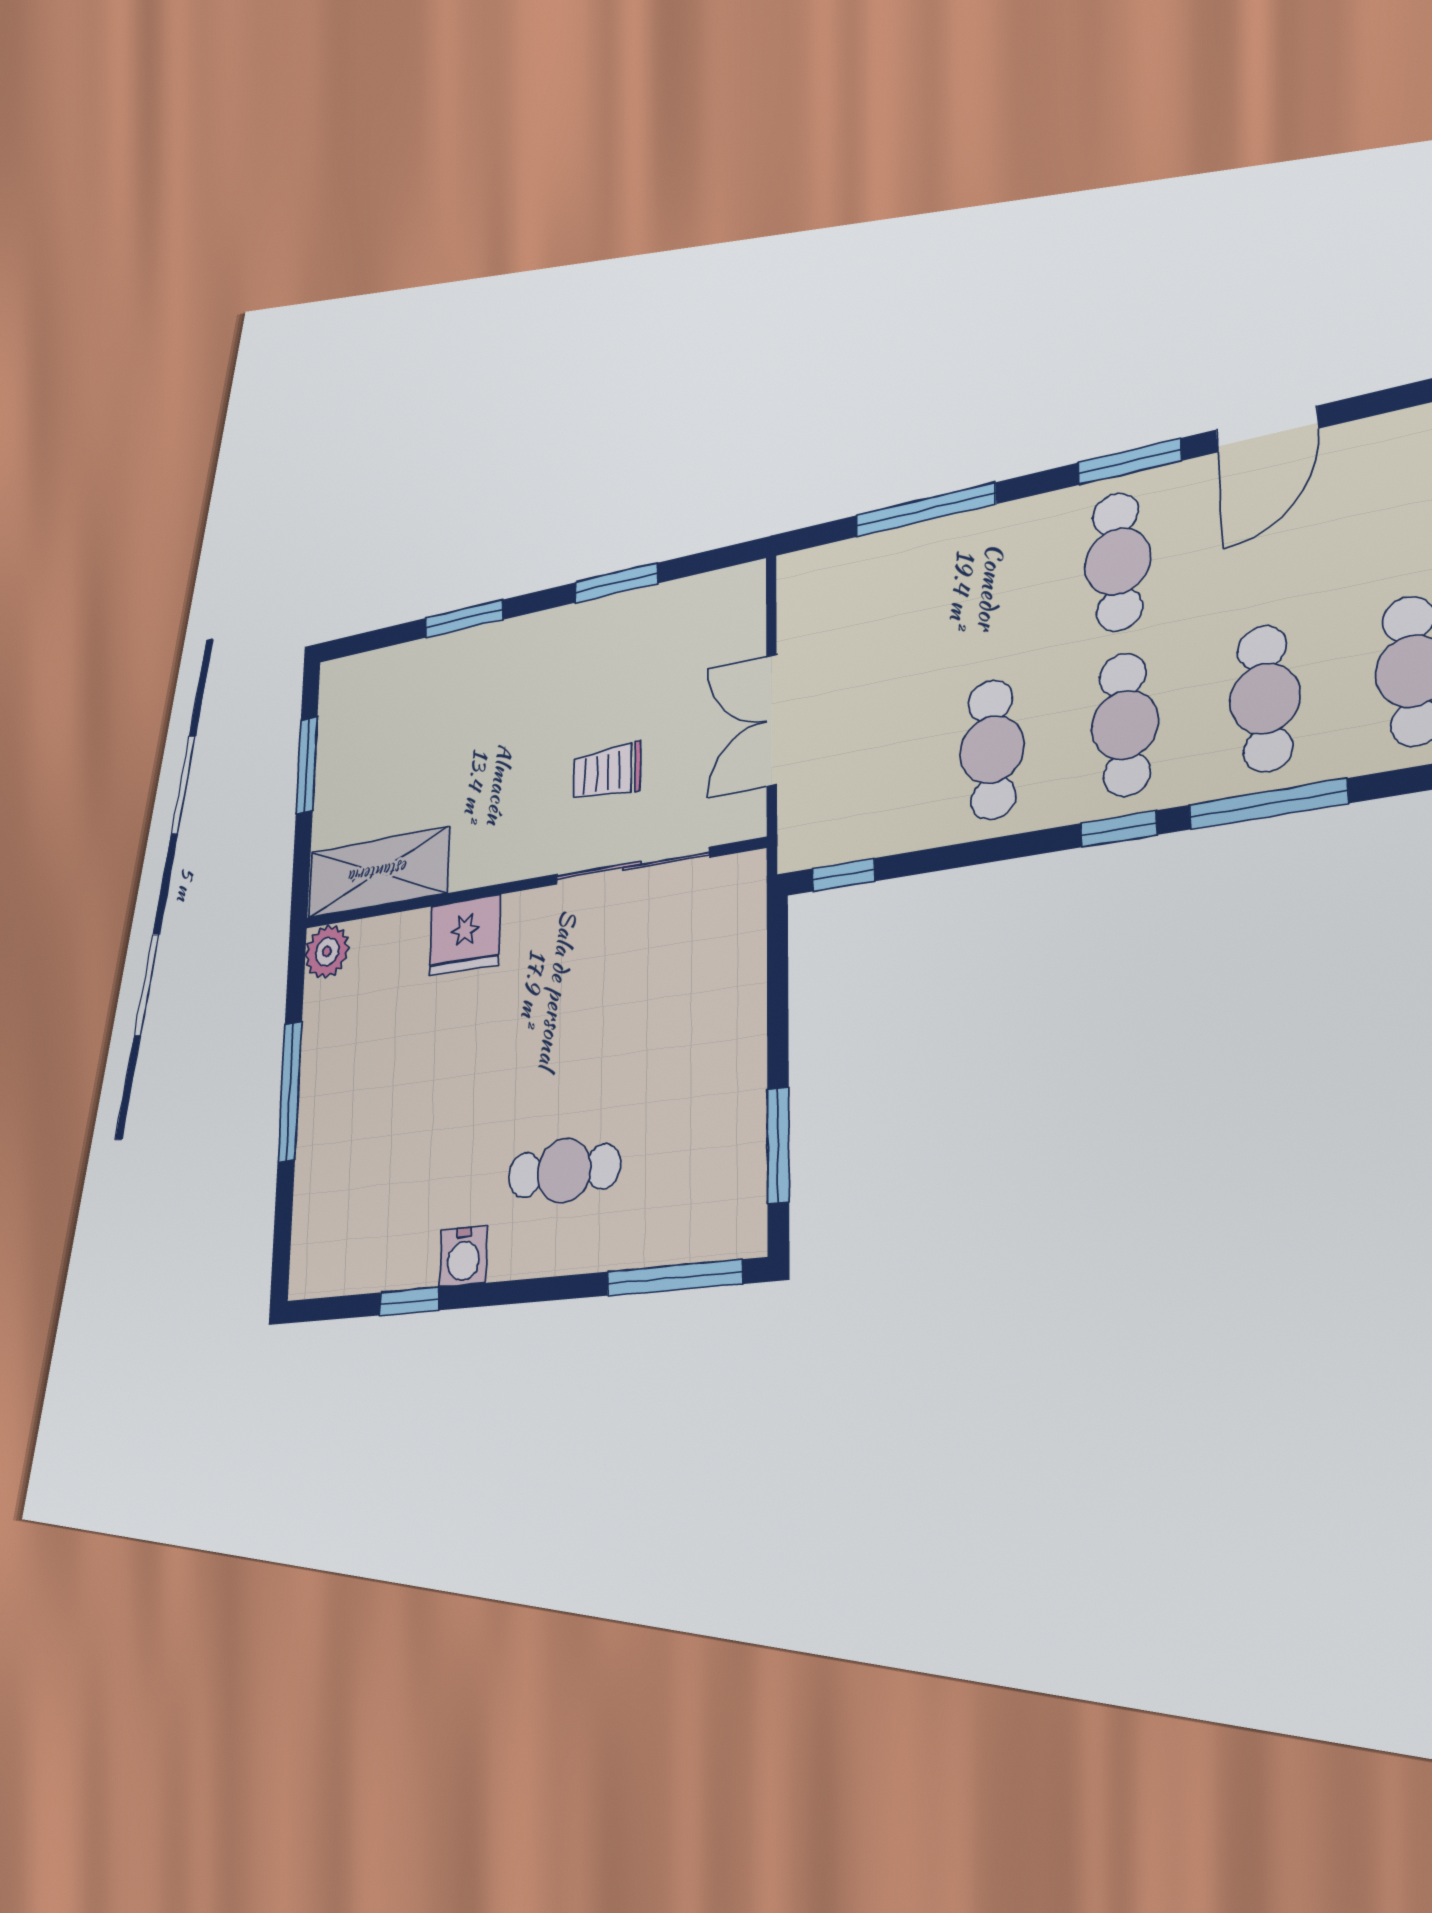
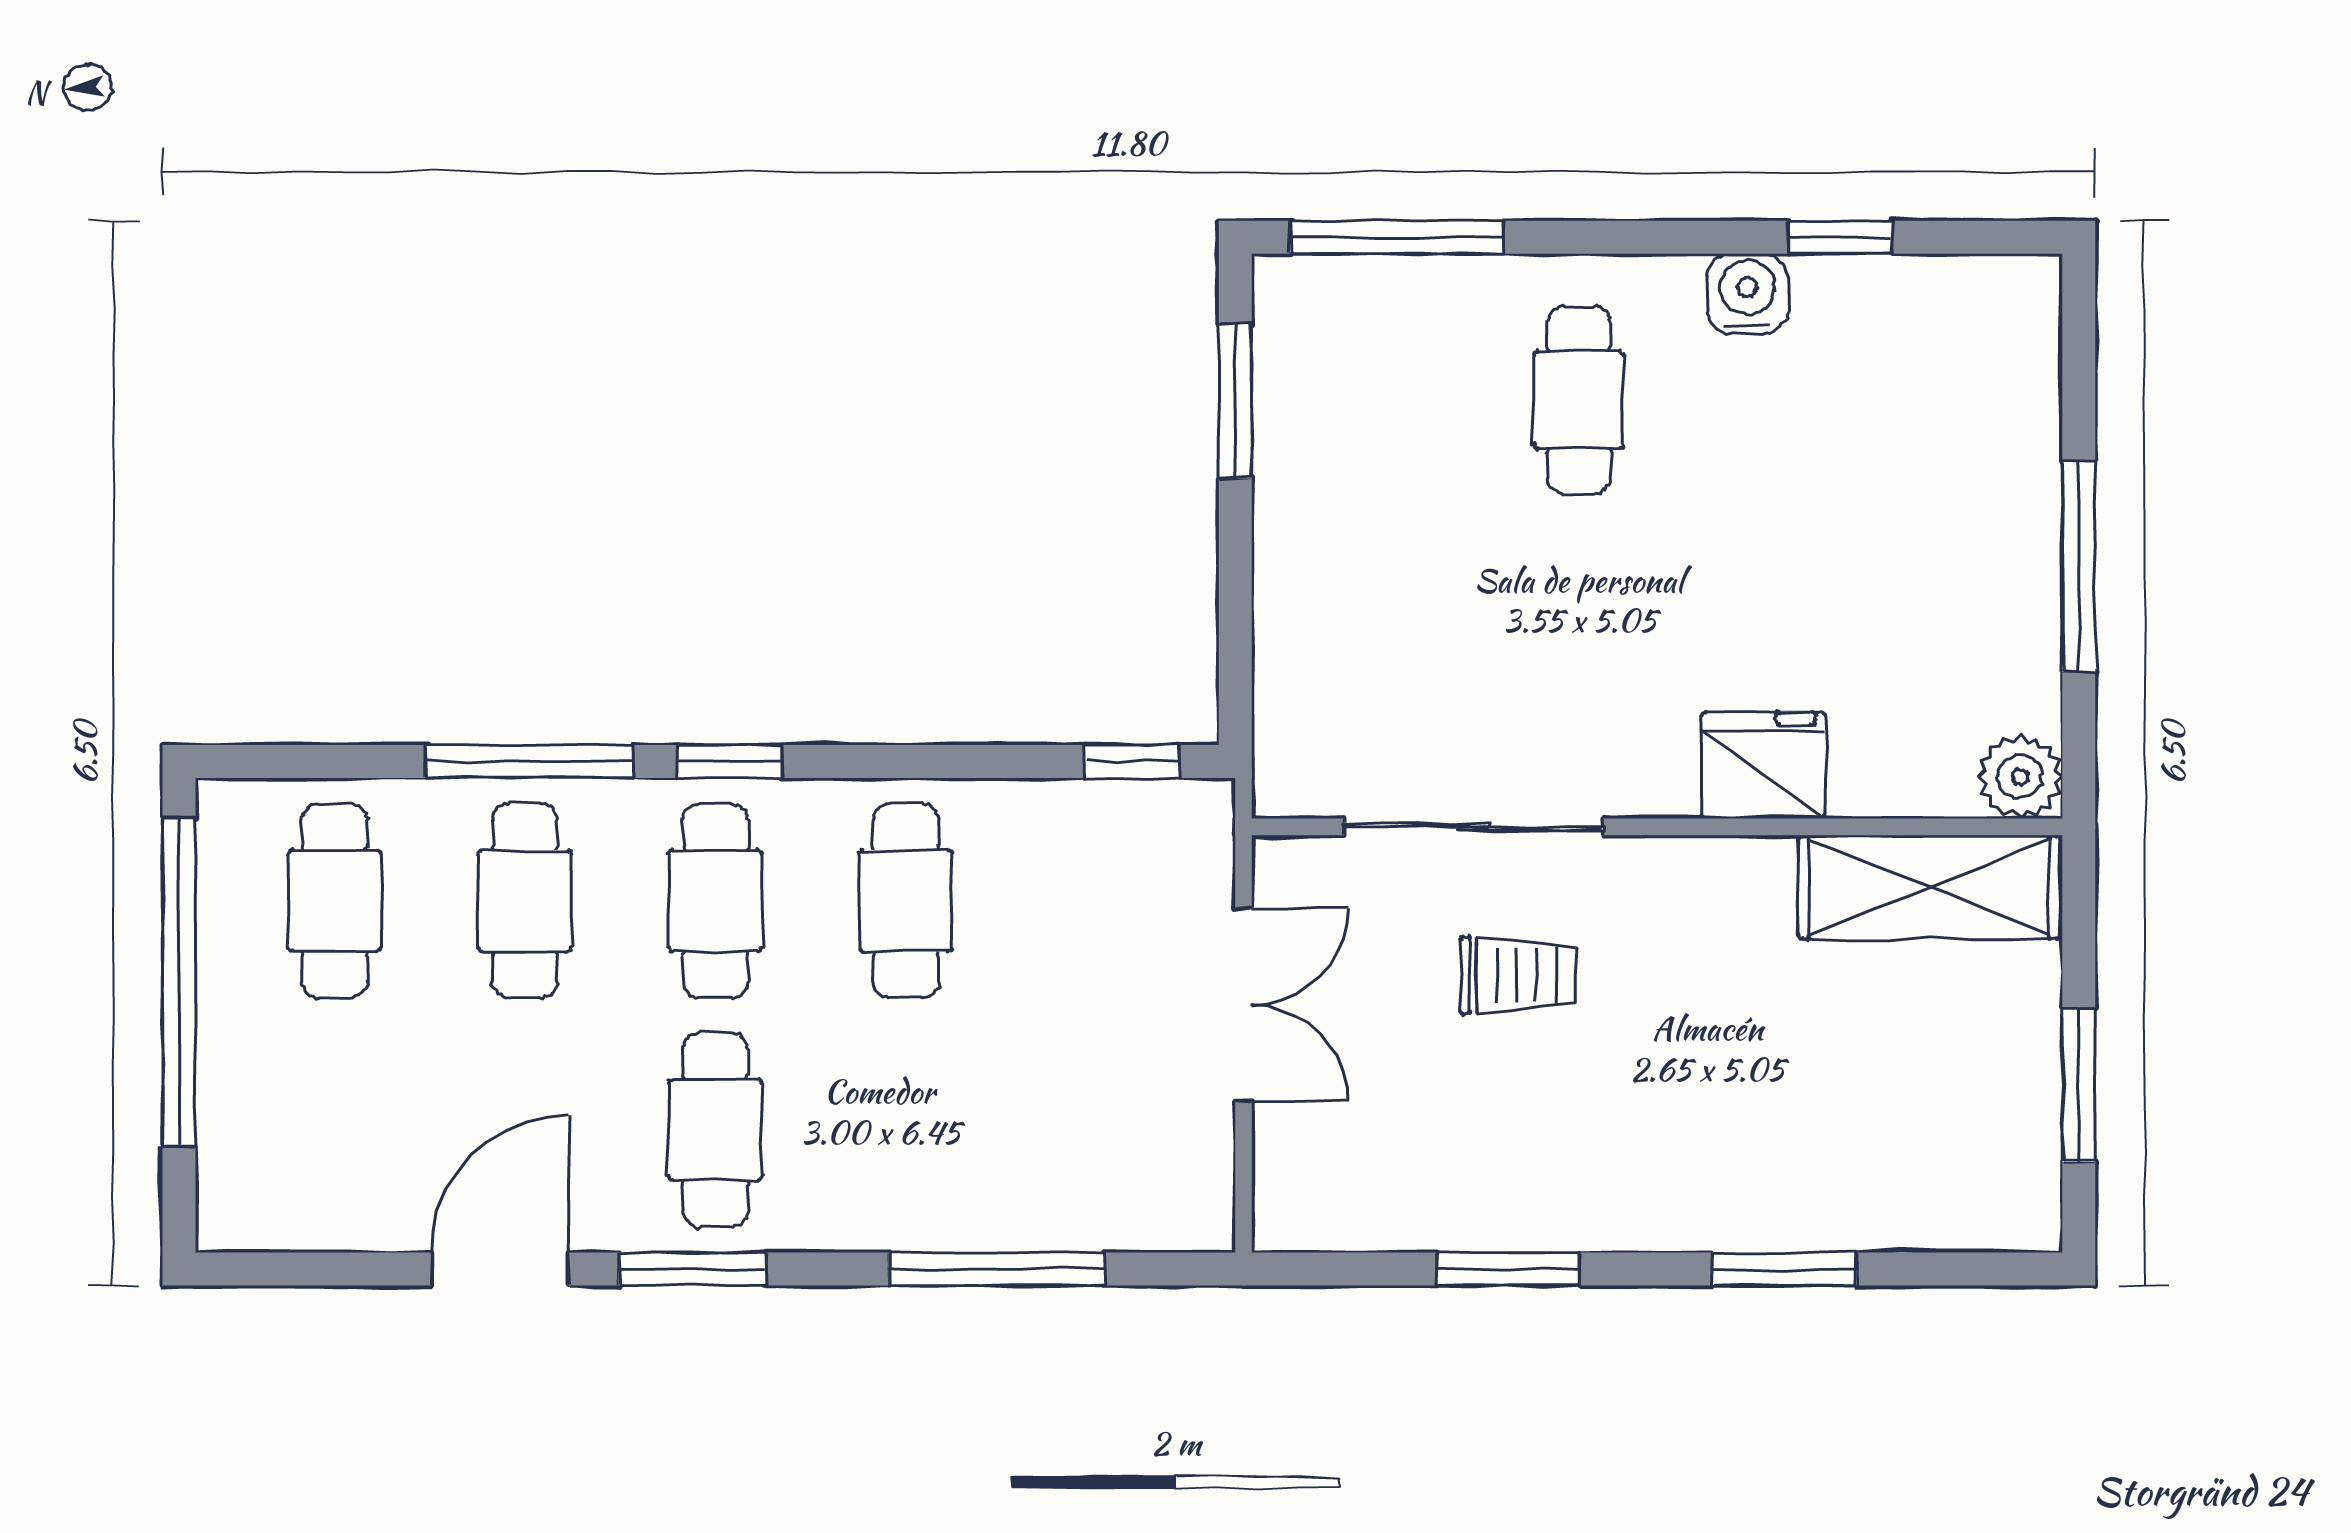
cafe table: (564, 1171) -> (1579, 400), turned 90

